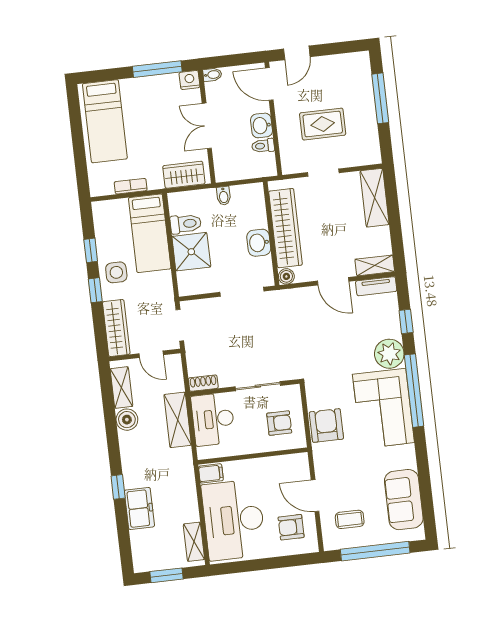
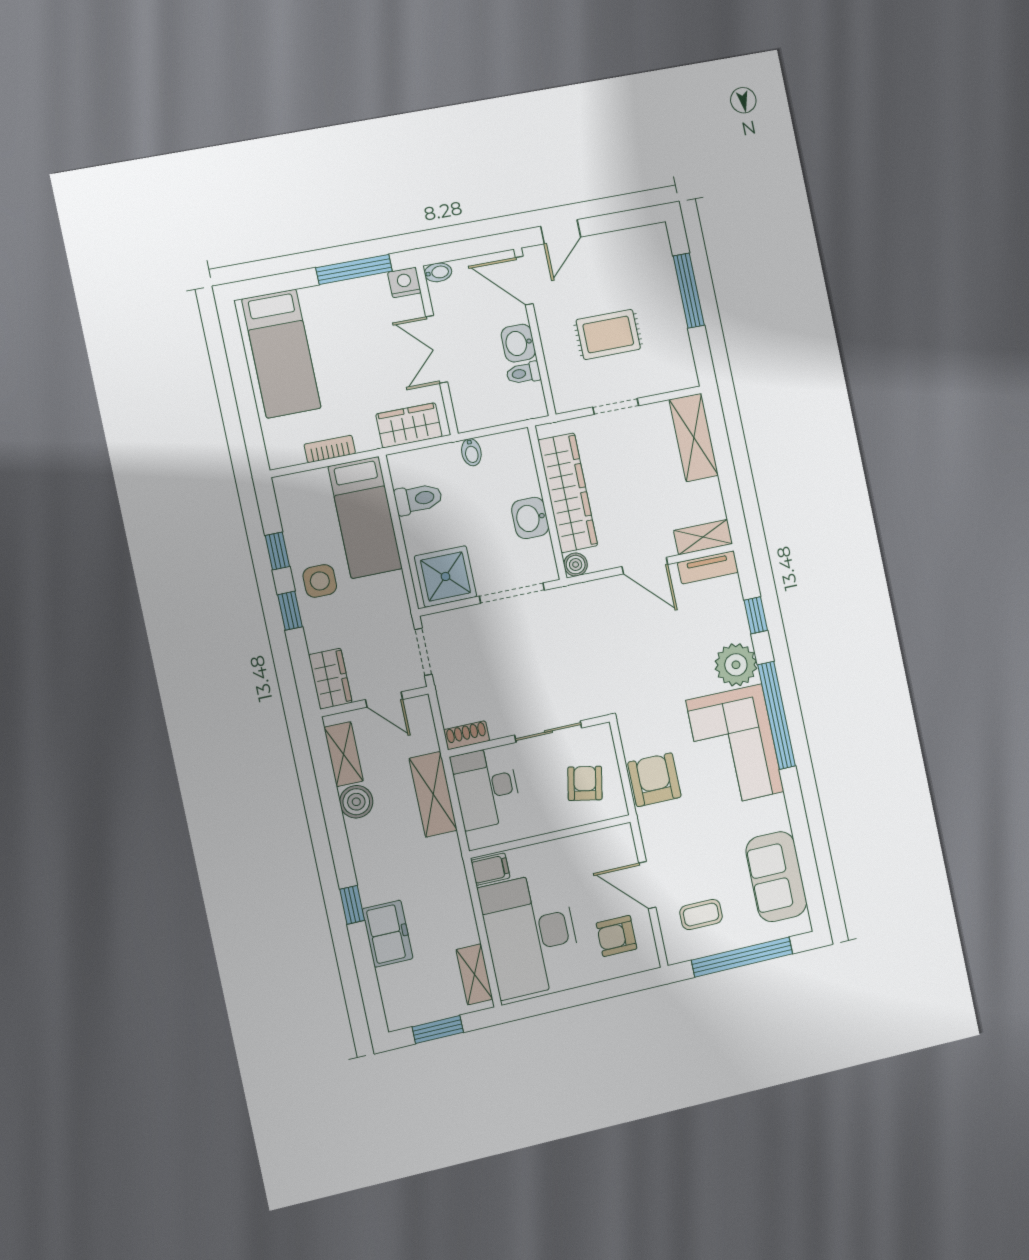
shower: (191, 252) -> (445, 576), moved
wardrobe: (116, 328) -> (330, 679), width x0.67
armchair: (279, 423) -> (585, 783), turned -79

